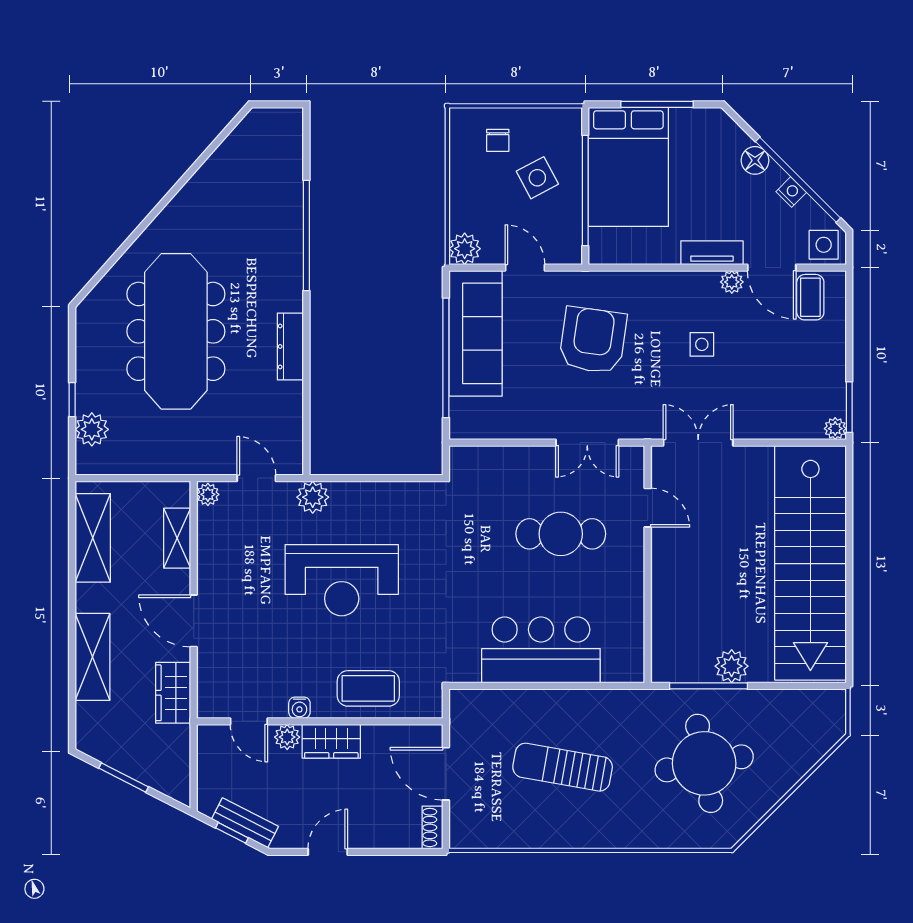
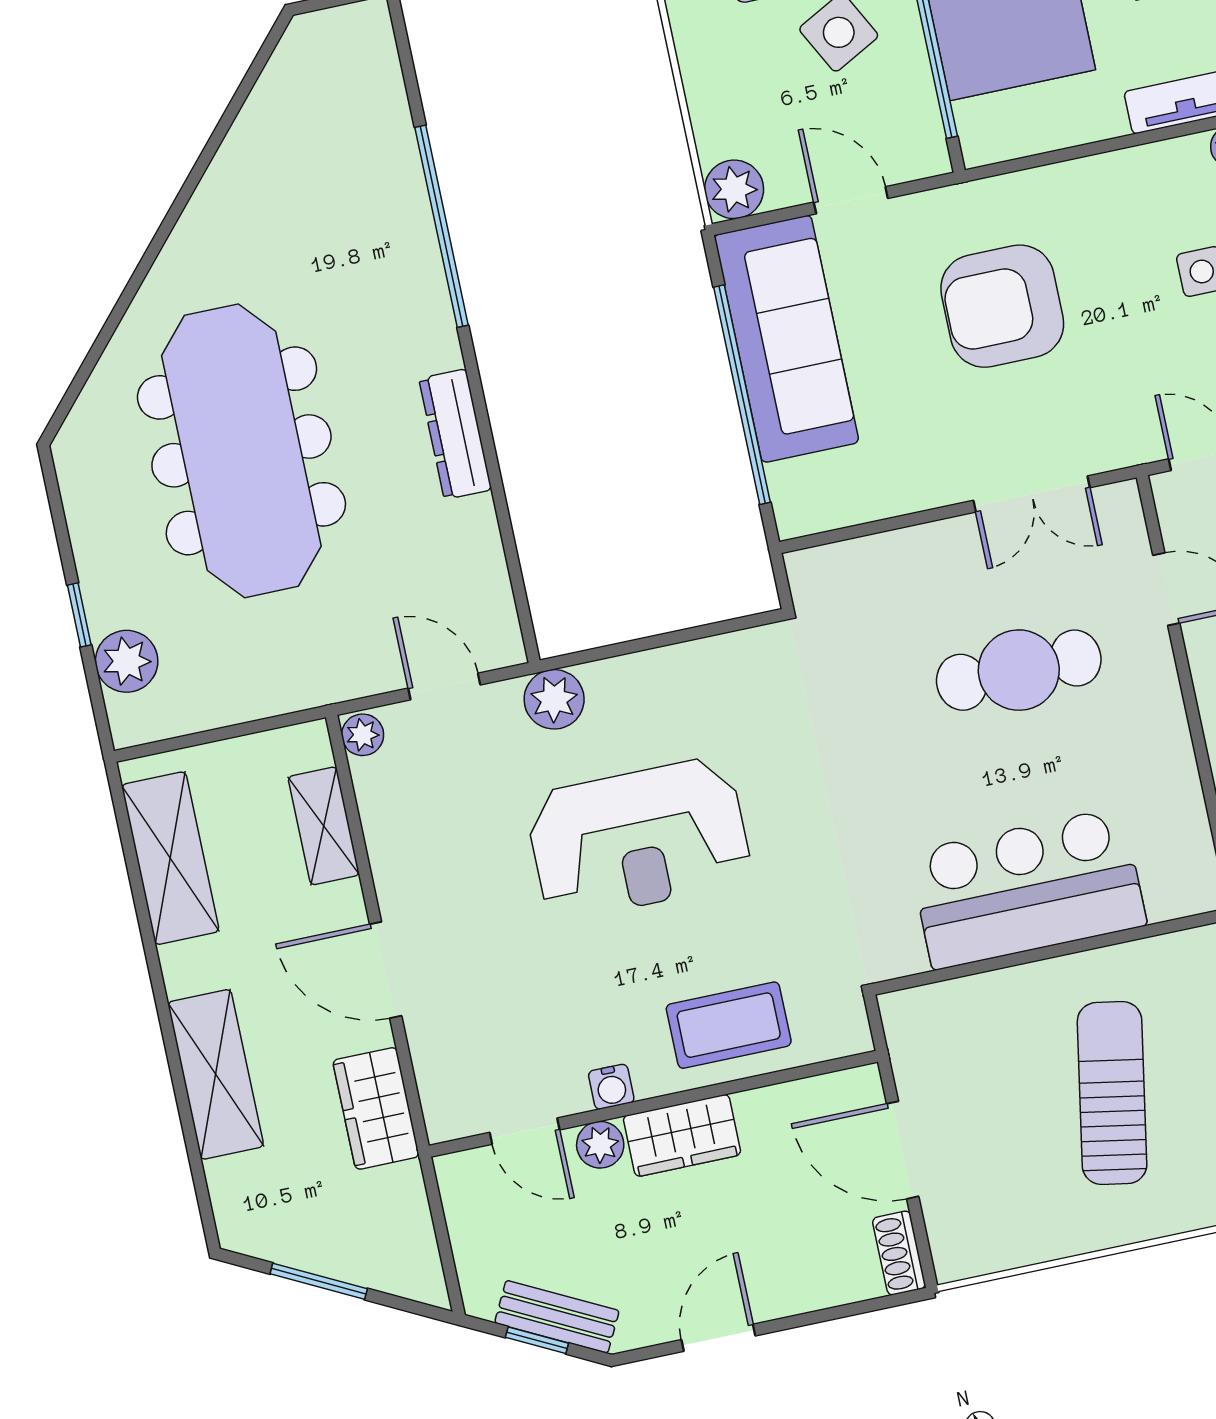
armchair: (593, 340) -> (1002, 306), turned -98
sun lounger: (563, 767) -> (1112, 1093), turned 90

